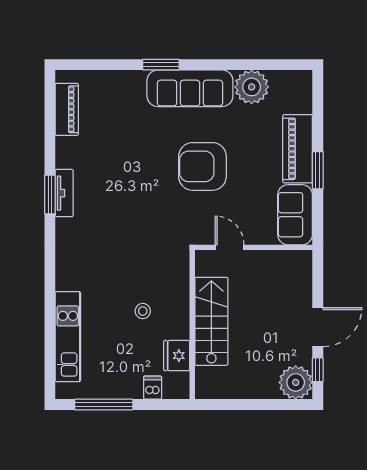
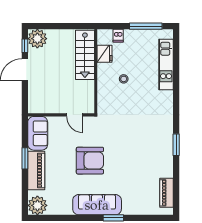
plant: (252, 87) -> (37, 205), moved
tv unit: (64, 193) -> (168, 146), removed
stairs: (211, 321) -> (85, 55), moved

